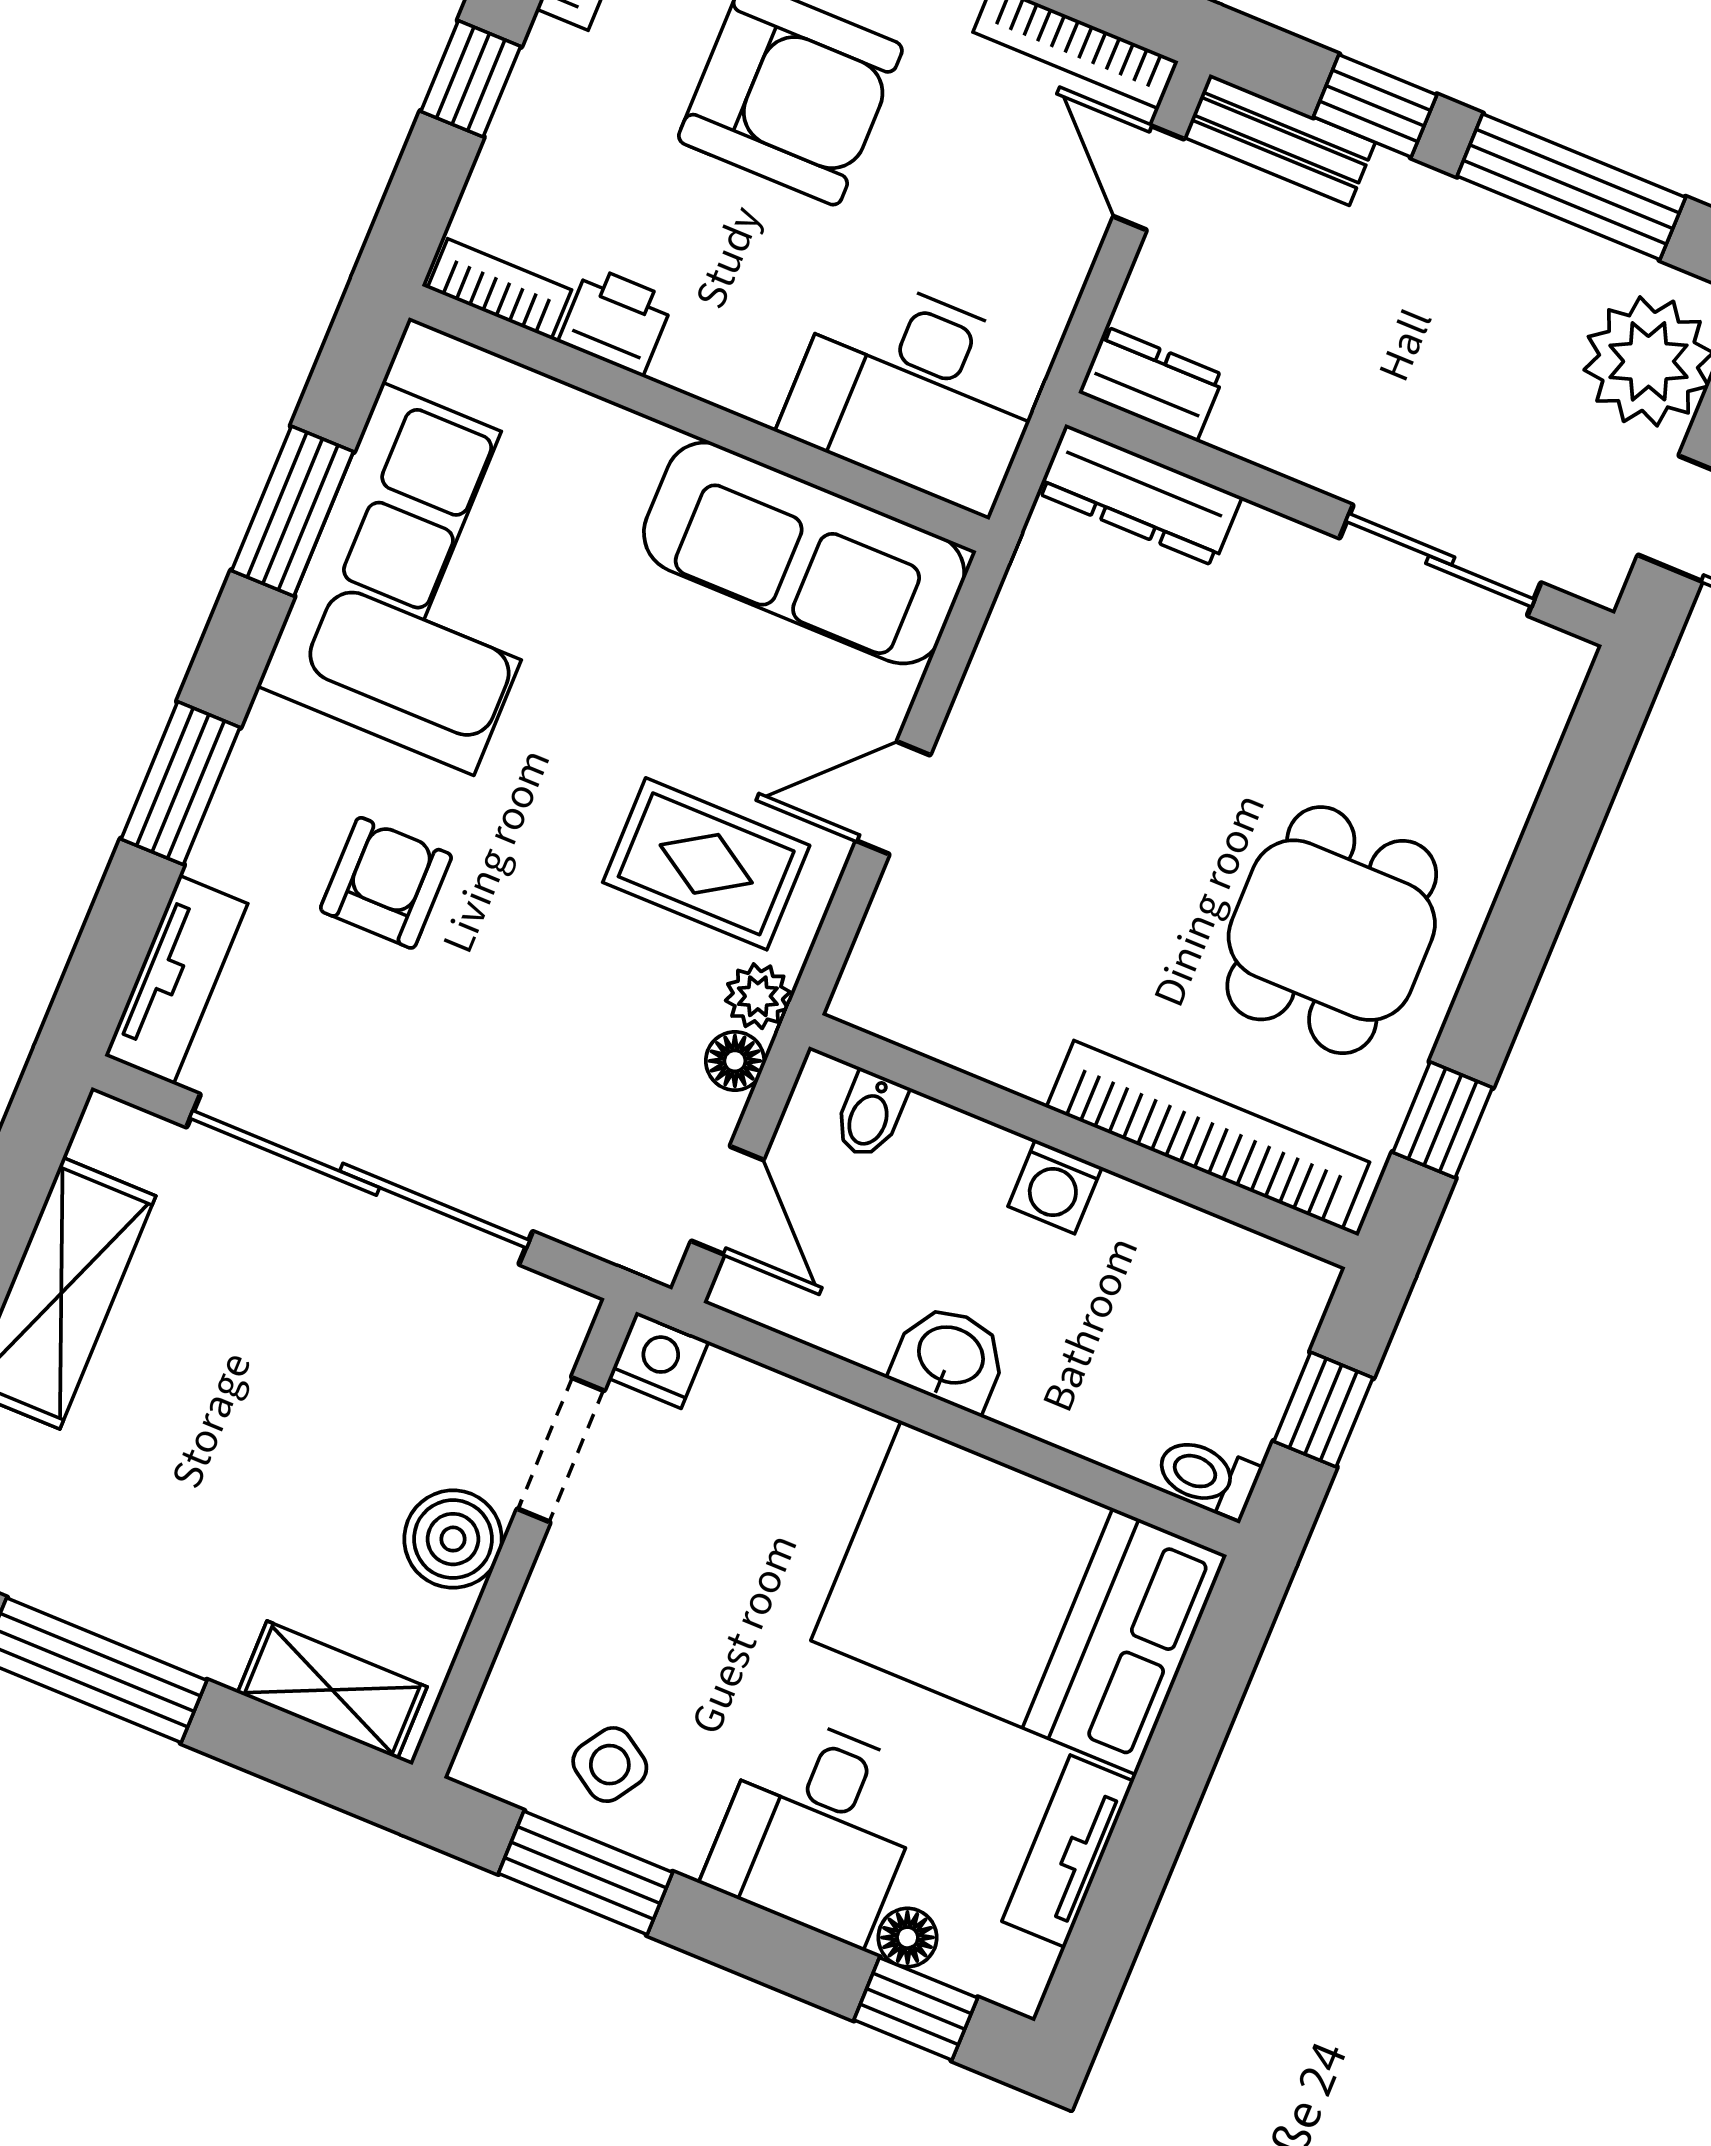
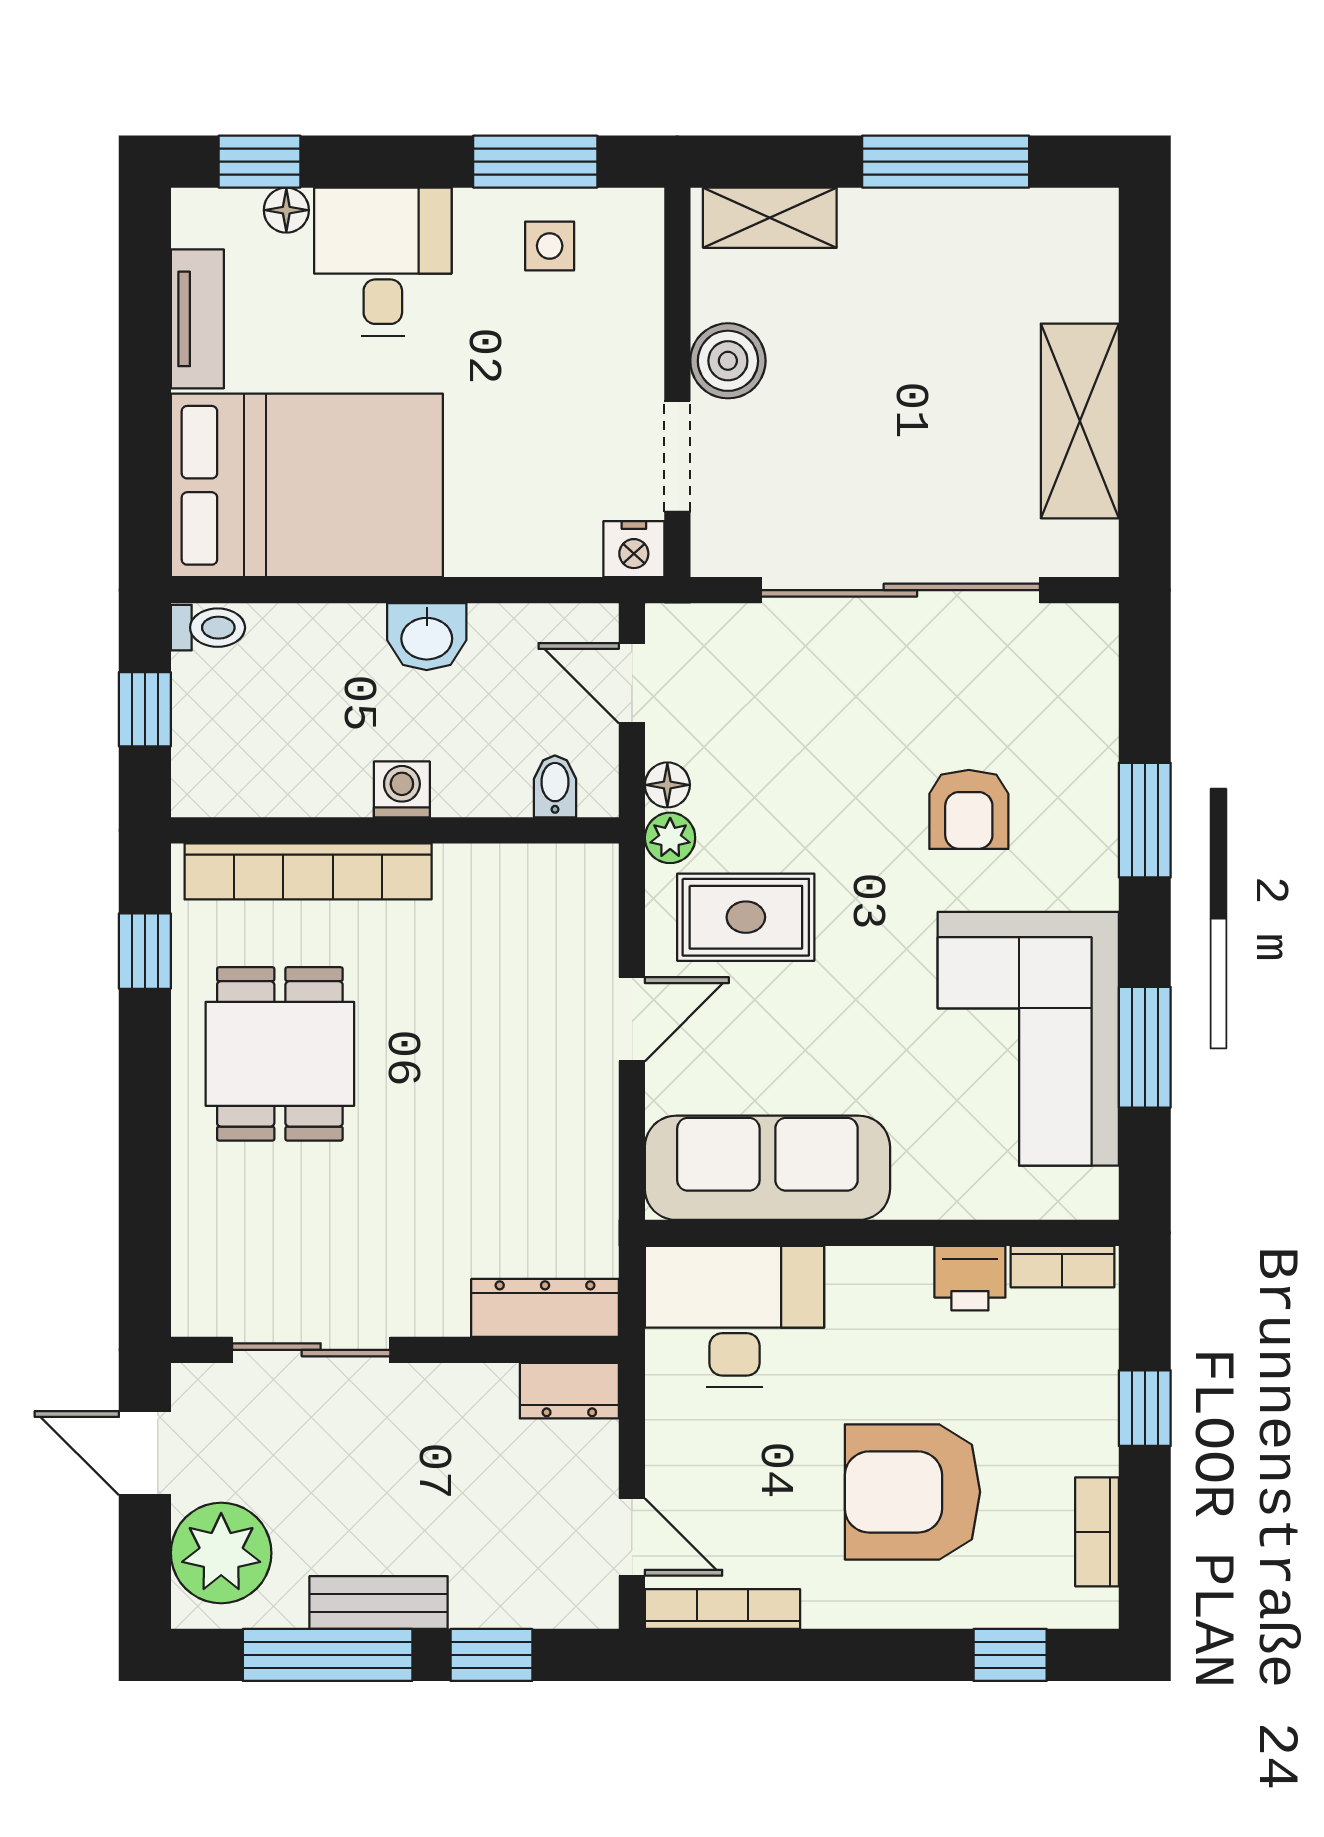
bench: (1279, 140) -> (379, 1603), moved
tv unit: (176, 980) -> (1090, 679), removed
side table: (610, 1765) -> (550, 246), turned -33

